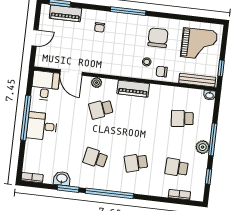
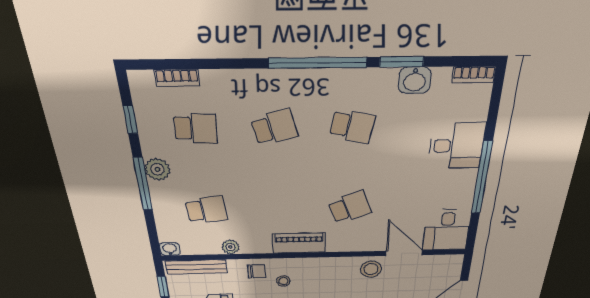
stool: (92, 63) -> (371, 269), added
plant: (97, 83) -> (230, 247), moved
desk: (42, 126) -> (456, 146), moved

